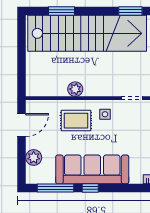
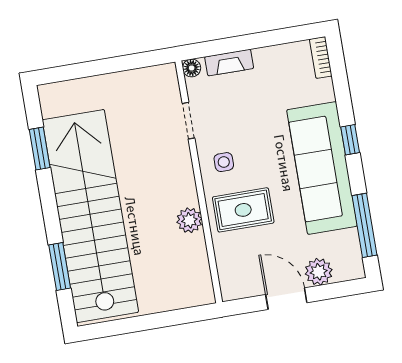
rug: (76, 121) -> (243, 210), turned 90
door: (22, 125) -> (286, 299), moved
window: (90, 188) -> (350, 140), moved

